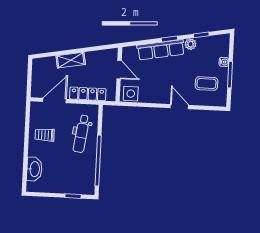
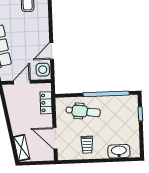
shelving: (71, 60) -> (22, 148), moved
locker: (88, 94) -> (46, 103), width x0.66
door: (179, 107) -> (52, 51), moved

